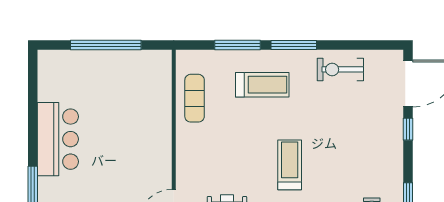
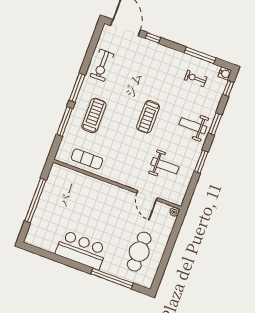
treadmill: (290, 165) -> (148, 117), turned -90

